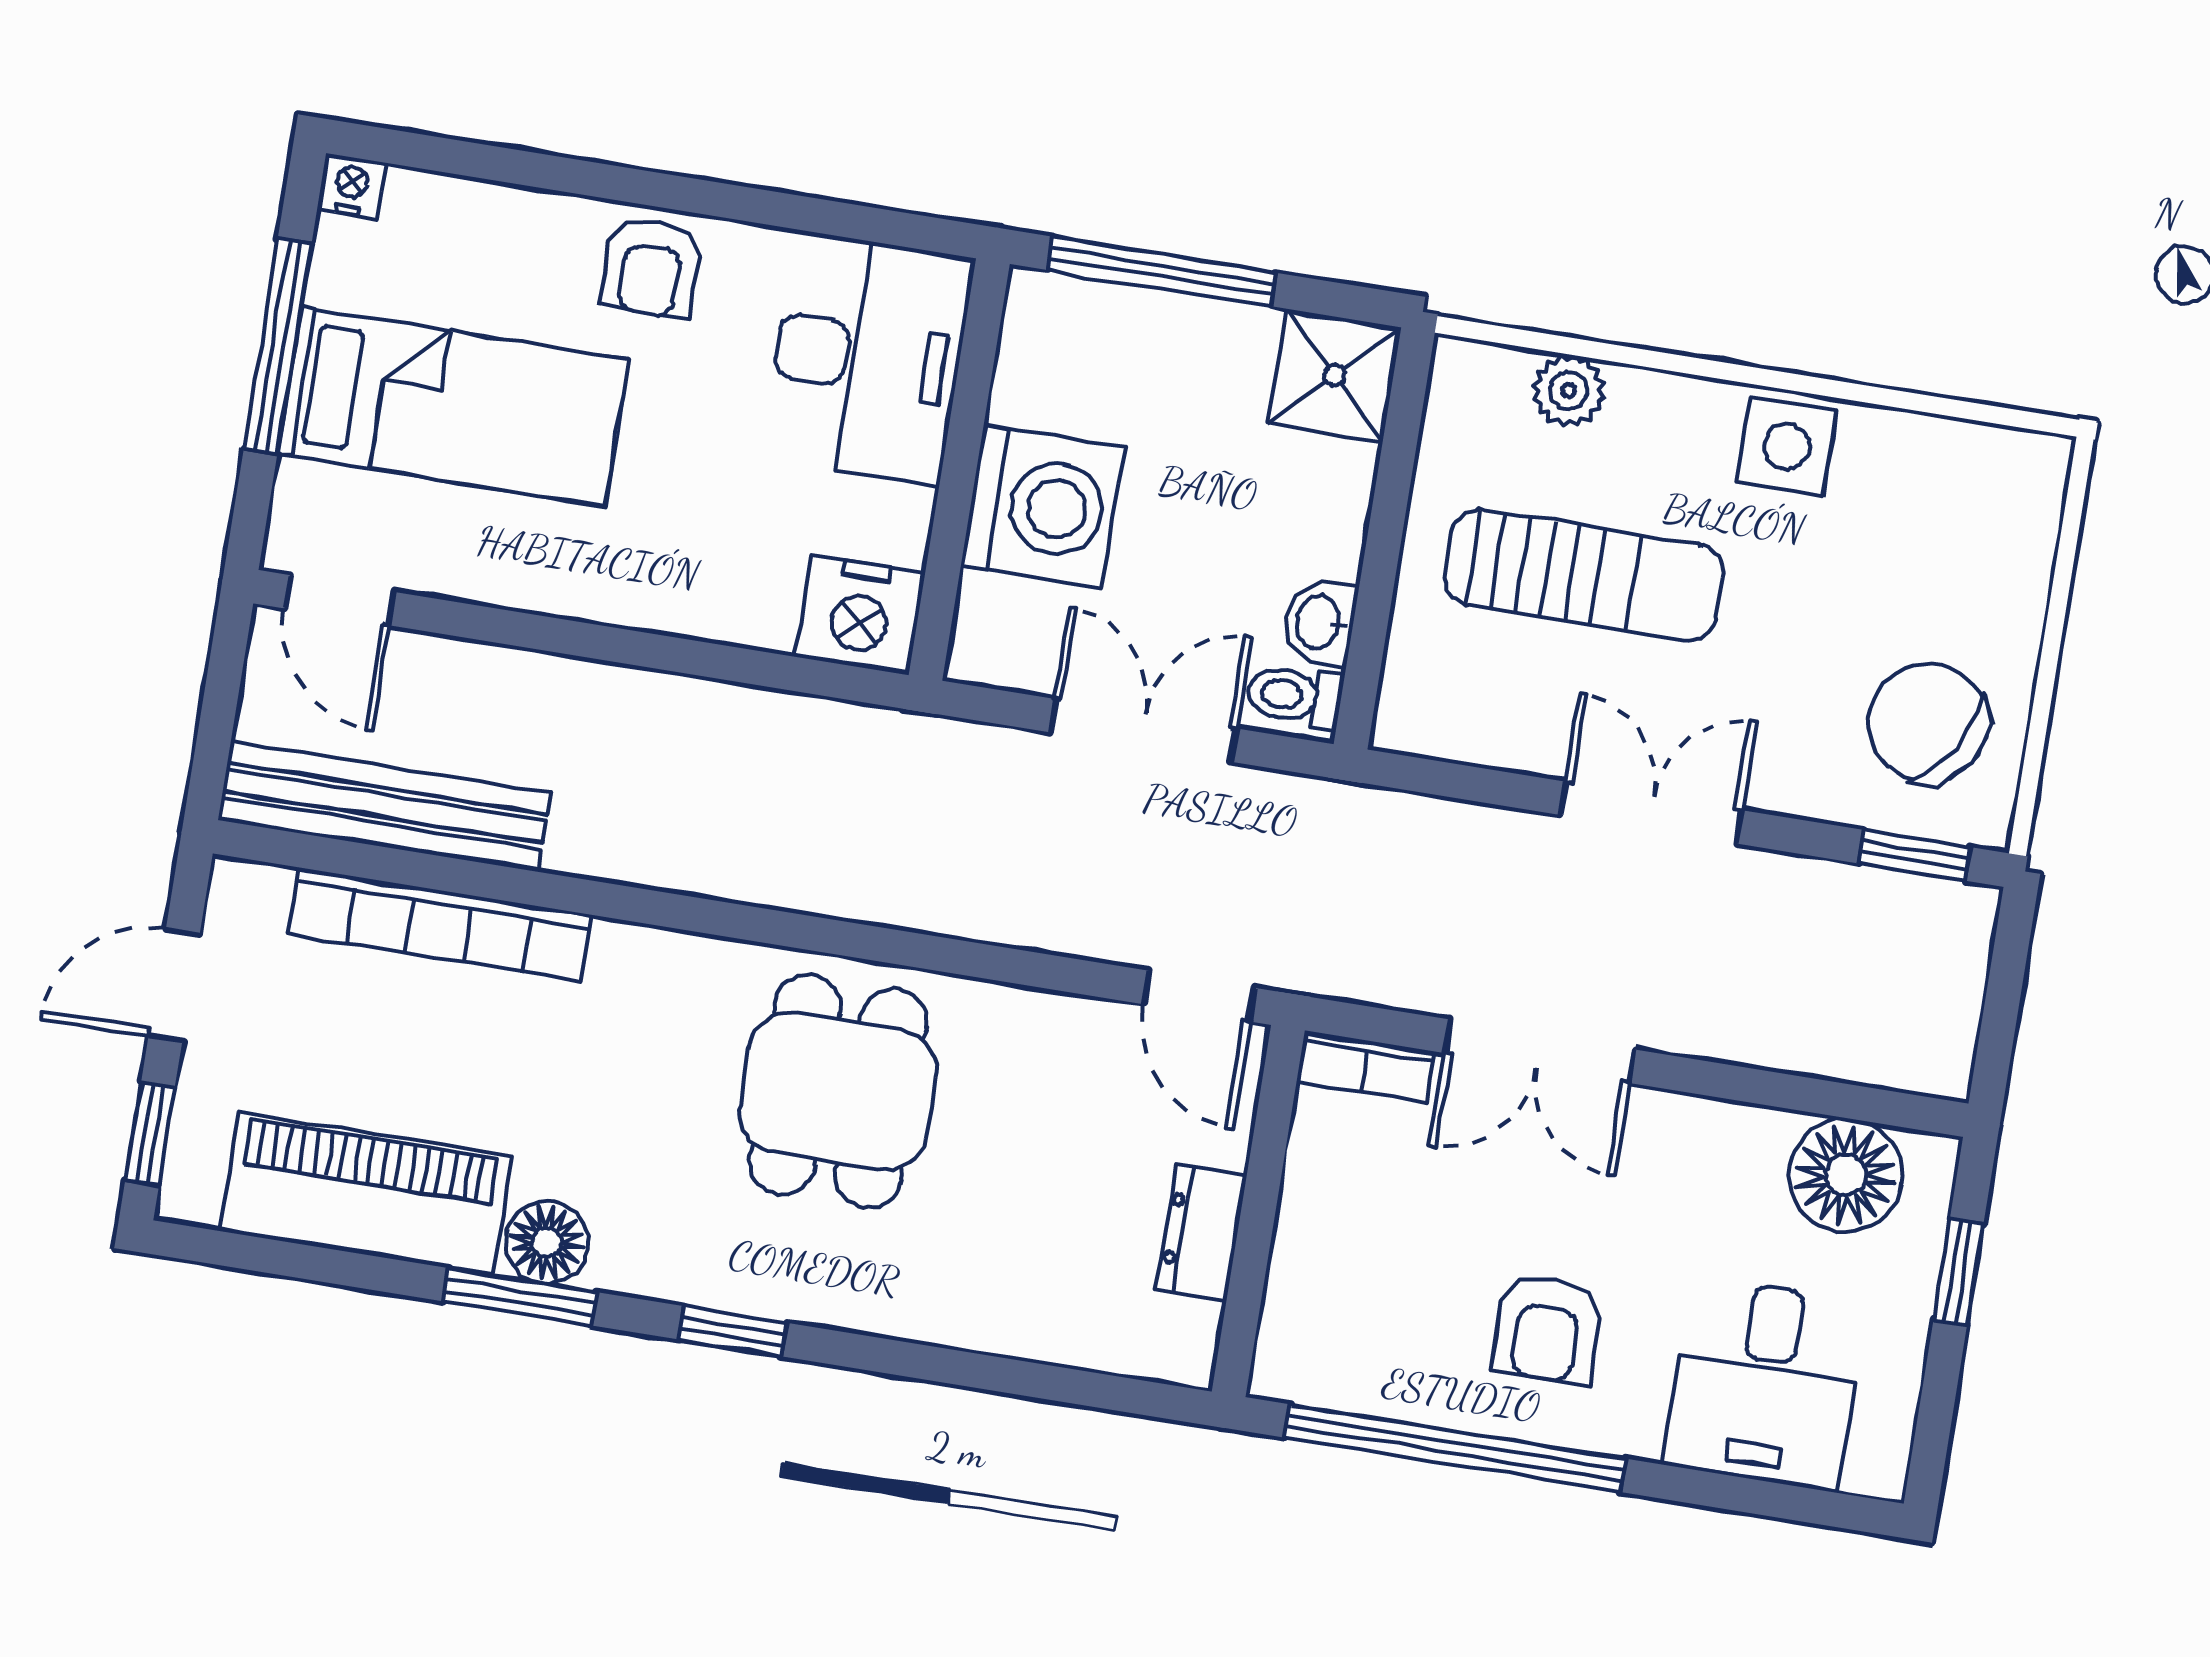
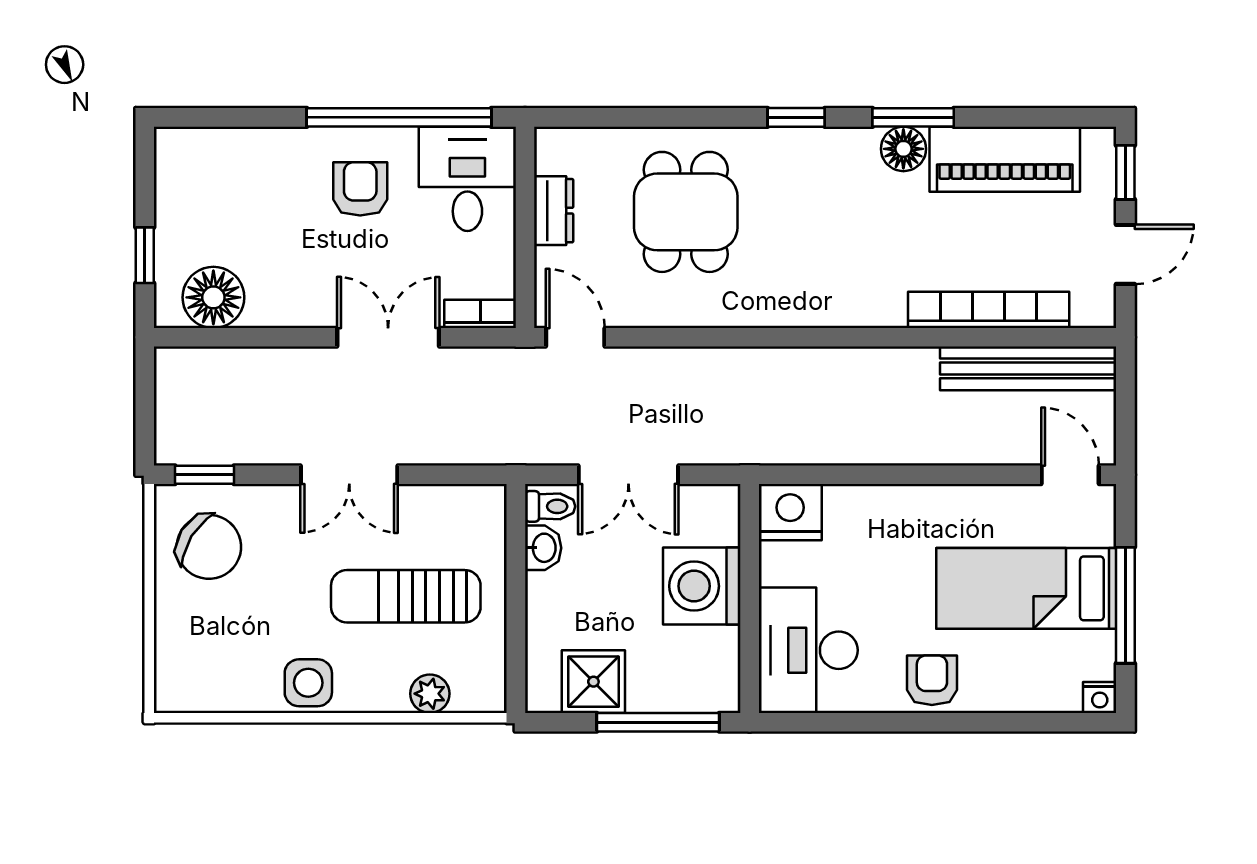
shower: (1335, 375) -> (593, 682), moved
dining table: (838, 1091) -> (686, 212), moved
desk: (1765, 1384) -> (467, 179), moved

